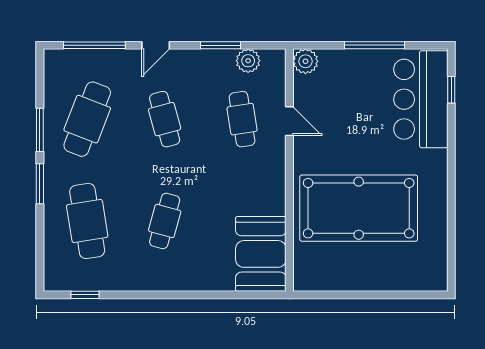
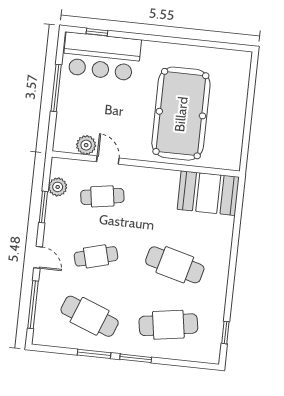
plant: (305, 61) -> (86, 145), moved
door: (289, 121) -> (108, 160), hinge flipped
cafe table: (165, 221) -> (175, 265), width x1.37, depth x1.35

